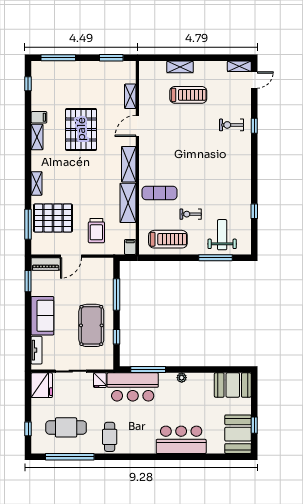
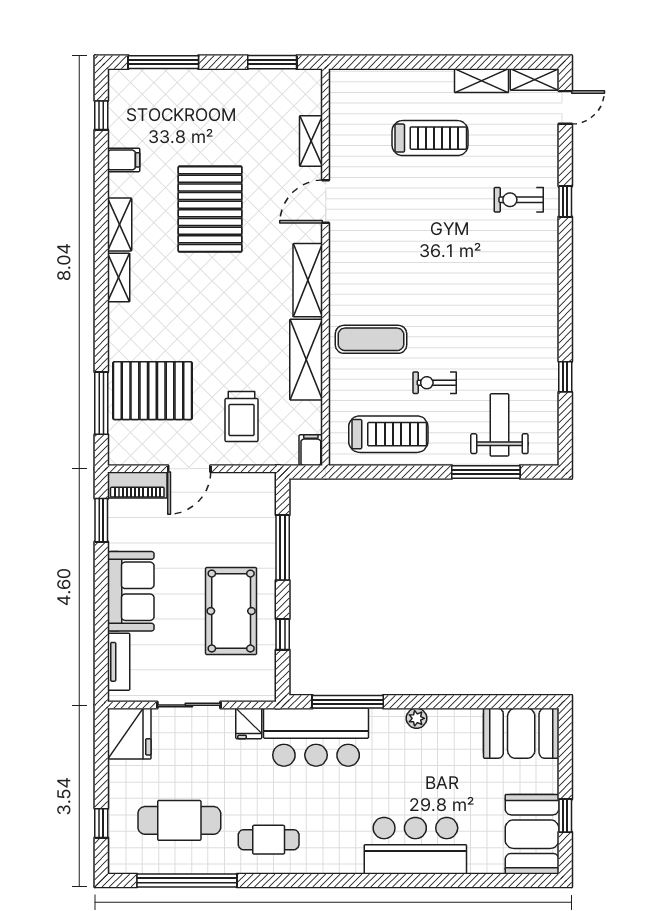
shelving: (180, 67) -> (482, 81), moved
filing cabinet: (39, 117) -> (124, 160), moved
shelving: (37, 183) -> (119, 278), moved
cafe table: (110, 437) -> (269, 840), turned 90

